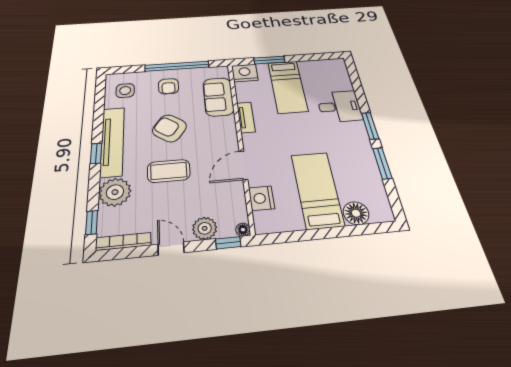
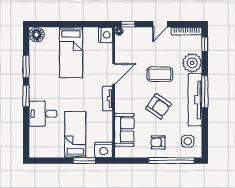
window: (177, 66) -> (171, 161), moved
armchair: (168, 86) -> (158, 142), turned -90
tv unit: (246, 117) -> (108, 99), moved
window: (96, 153) -> (205, 92), width x2.17
nightstand: (261, 198) -> (105, 35), moved
floor lamp: (356, 213) -> (37, 35), moved
plant: (205, 228) -> (141, 34), removed
door: (171, 248) -> (160, 24), hinge flipped

